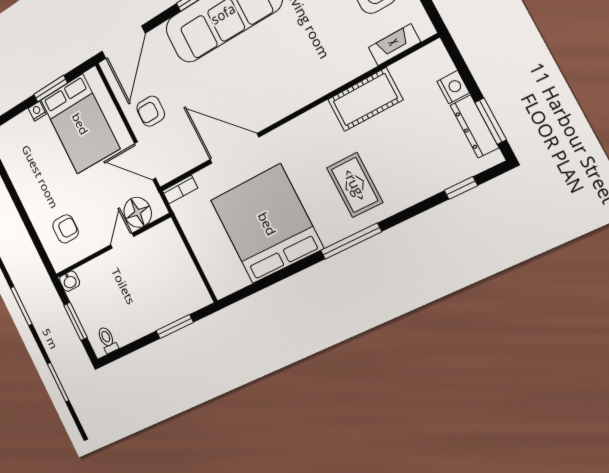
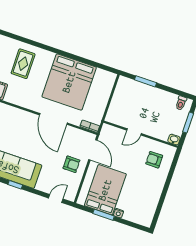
door: (123, 42) -> (56, 199), width x0.53
floor lamp: (138, 212) -> (116, 135), removed
window: (351, 241) -> (44, 47), removed

